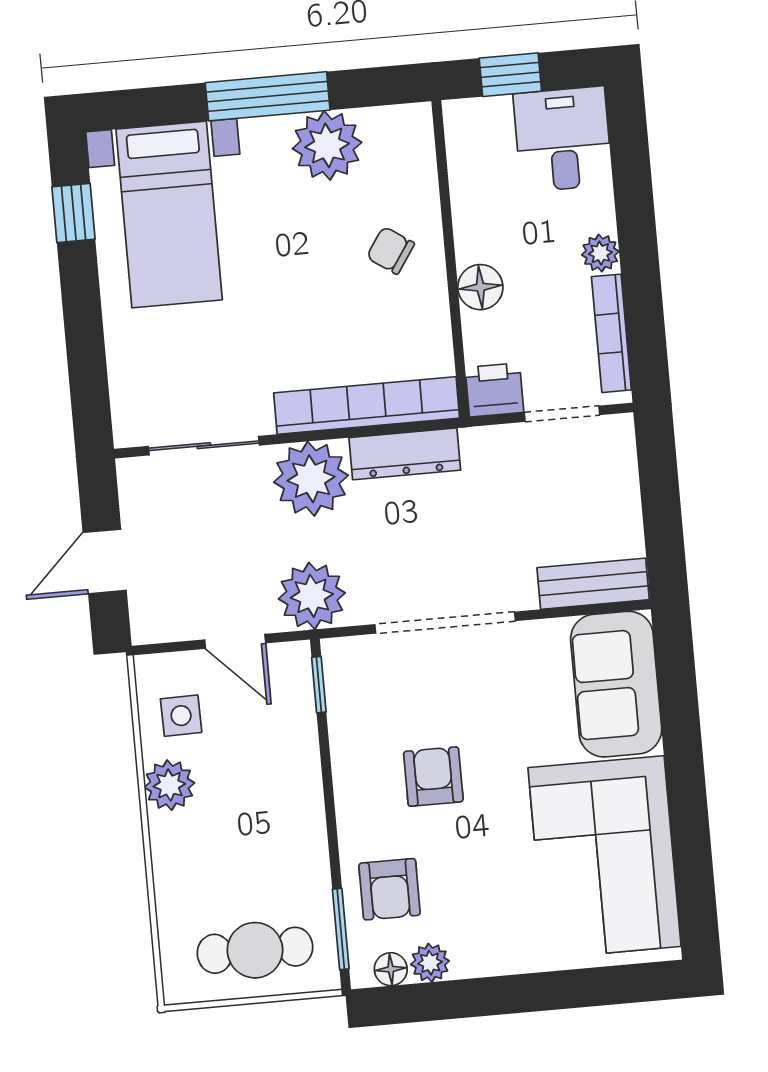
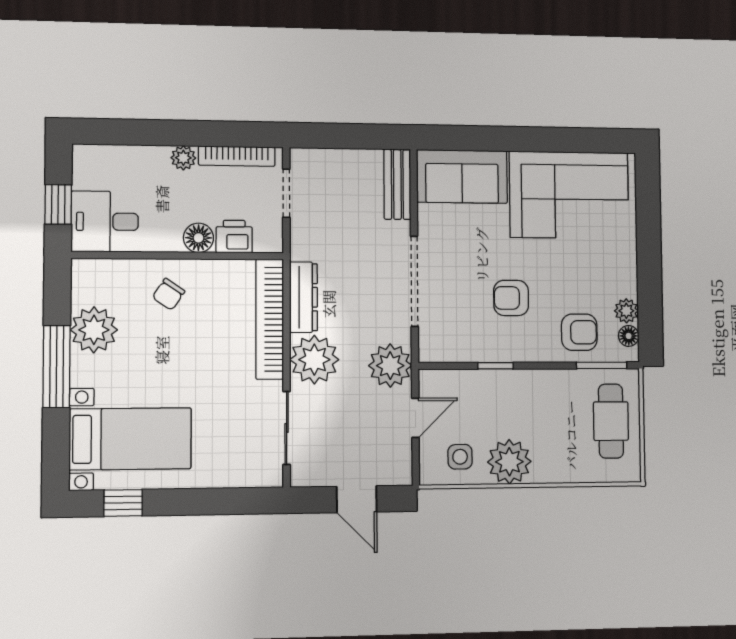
desk: (563, 139) -> (105, 222), moved
printer: (494, 390) -> (234, 237), moved, turned 90
window: (319, 685) -> (496, 366), moved
plant: (169, 785) -> (509, 462), width x1.36, depth x1.36

